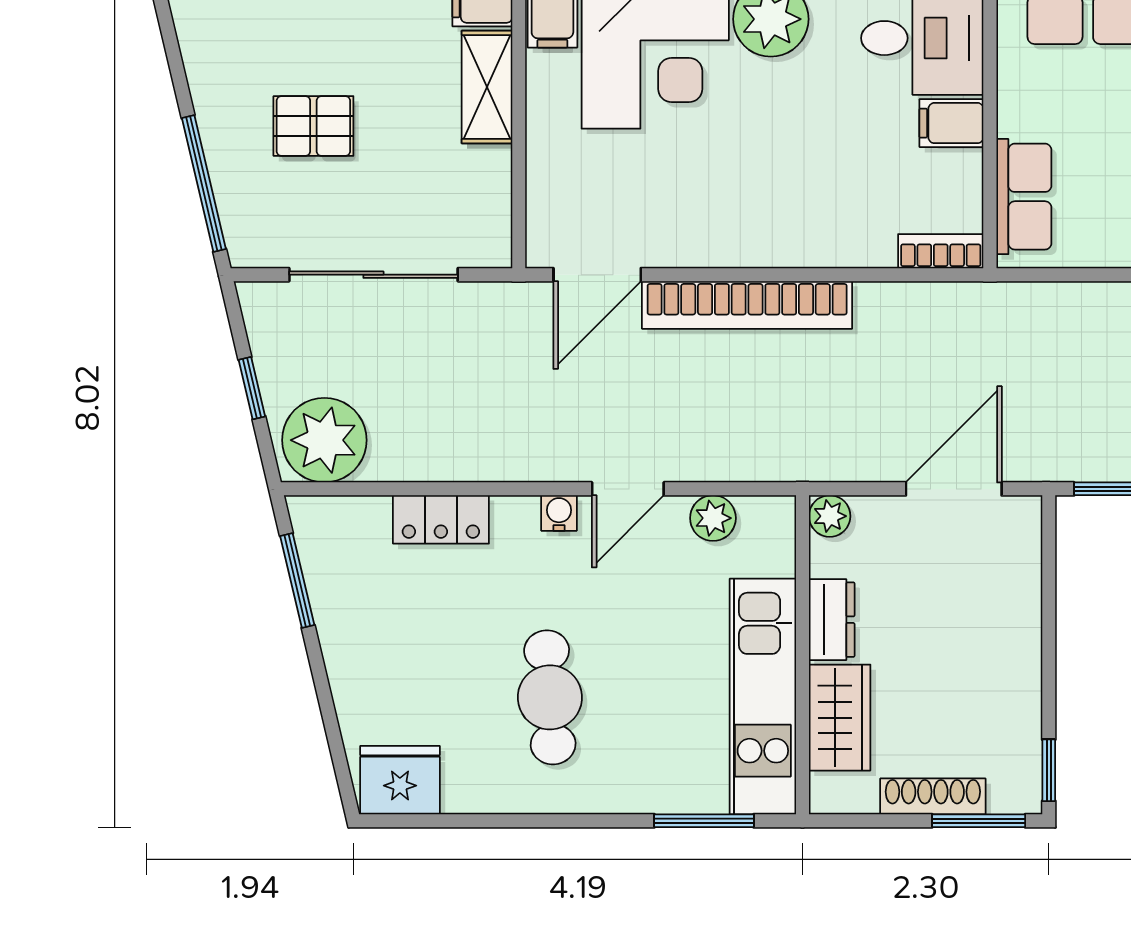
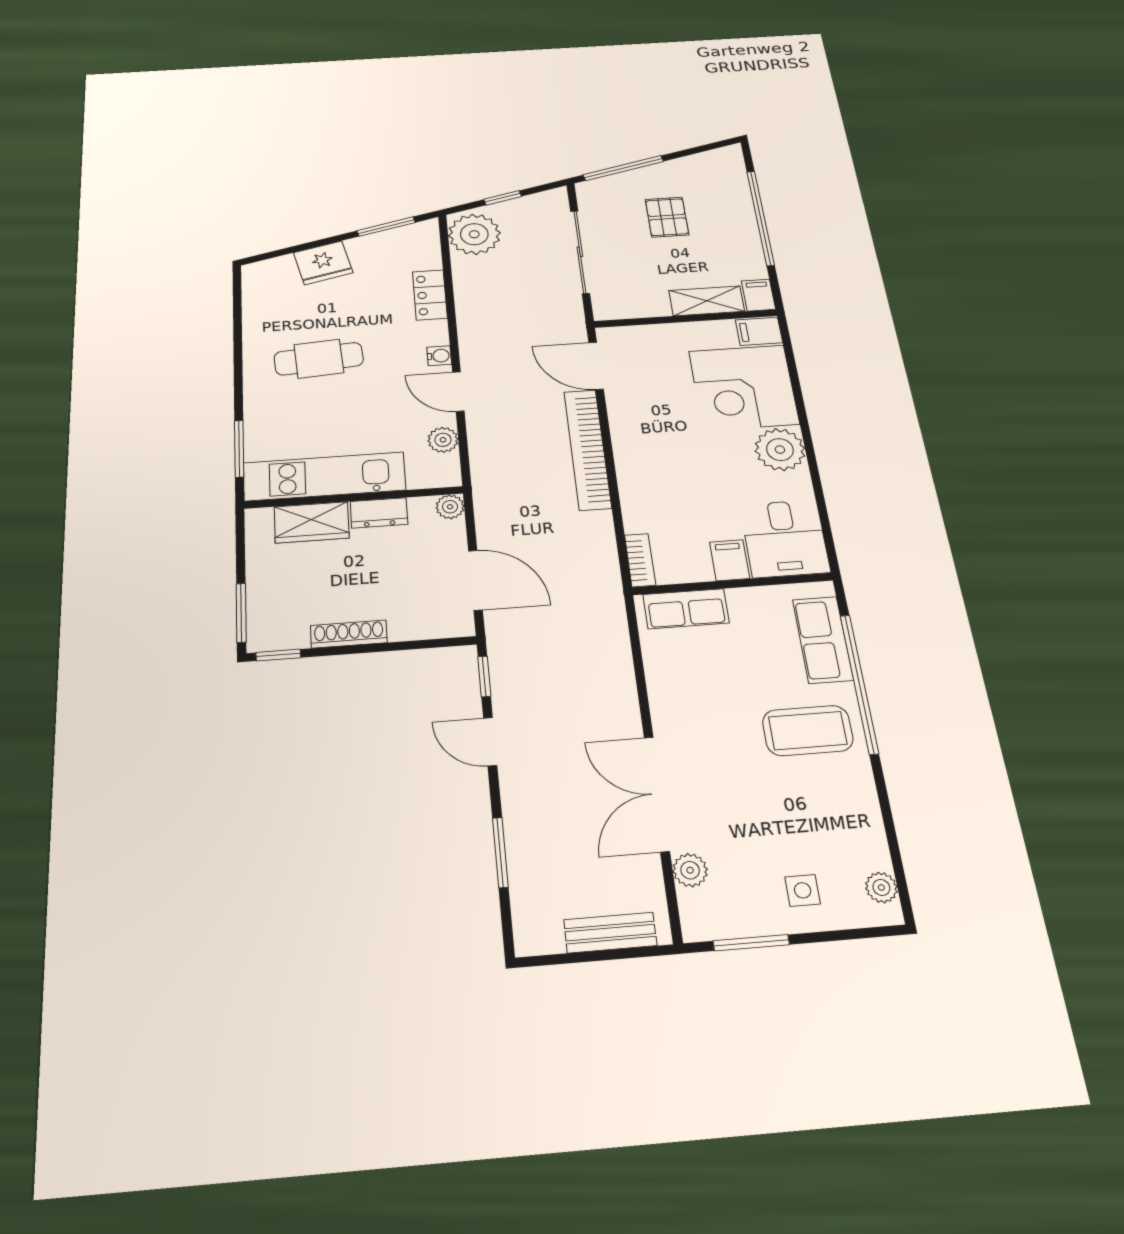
fridge: (400, 780) -> (323, 263), moved, turned 77
shoe rack: (933, 796) -> (349, 634), moved, turned -90

